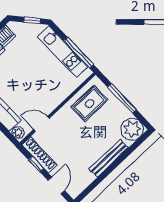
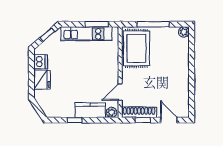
window: (79, 53) -> (97, 24), width x0.69
rug: (89, 104) -> (136, 48), width x1.36, depth x1.43
plant: (132, 129) -> (184, 32), width x0.53, depth x0.53
bench: (109, 158) -> (184, 69), removed

